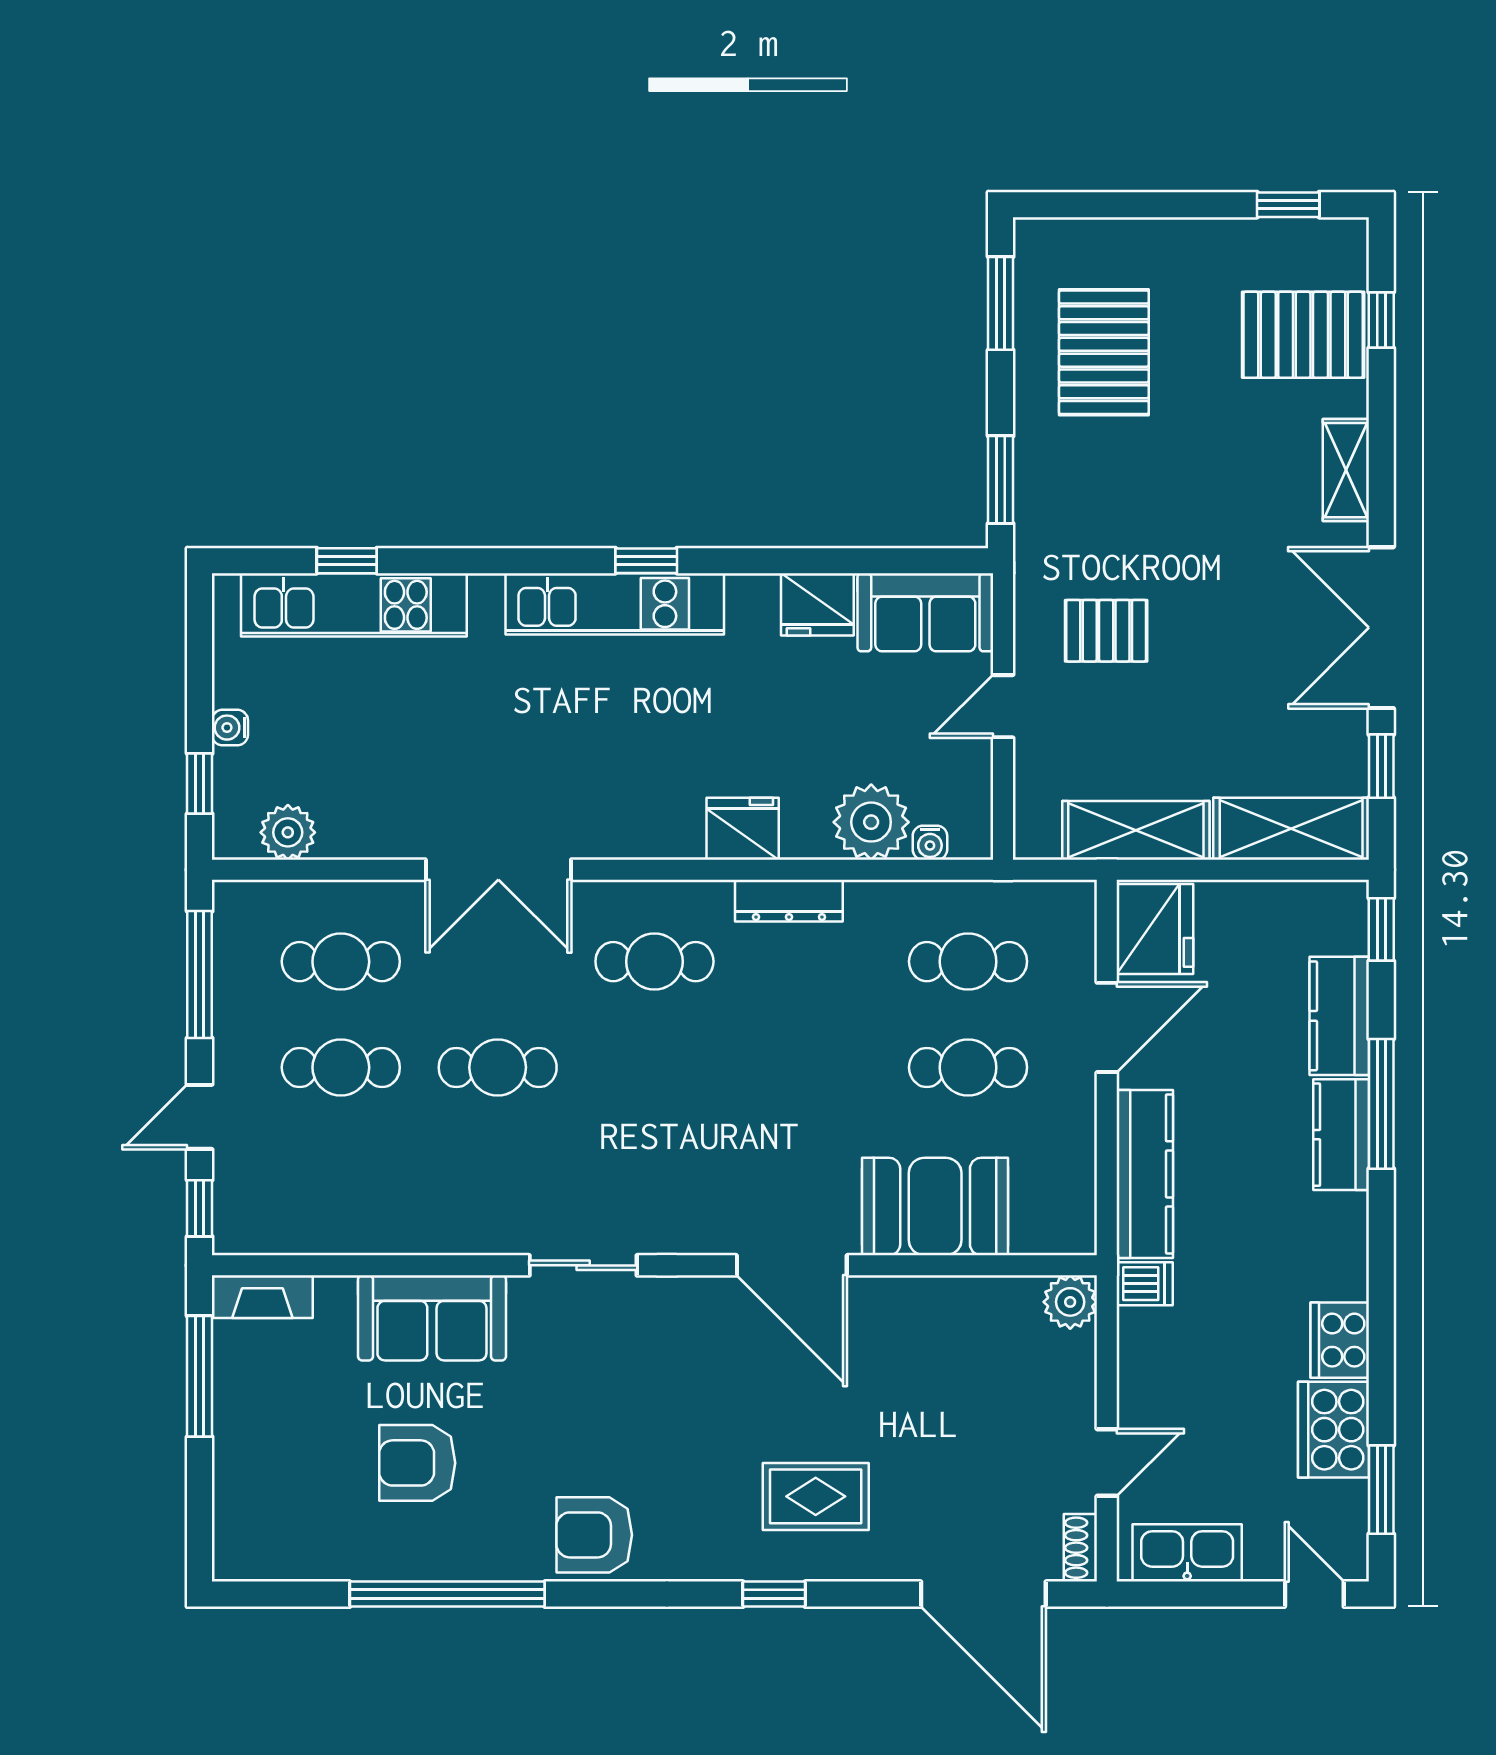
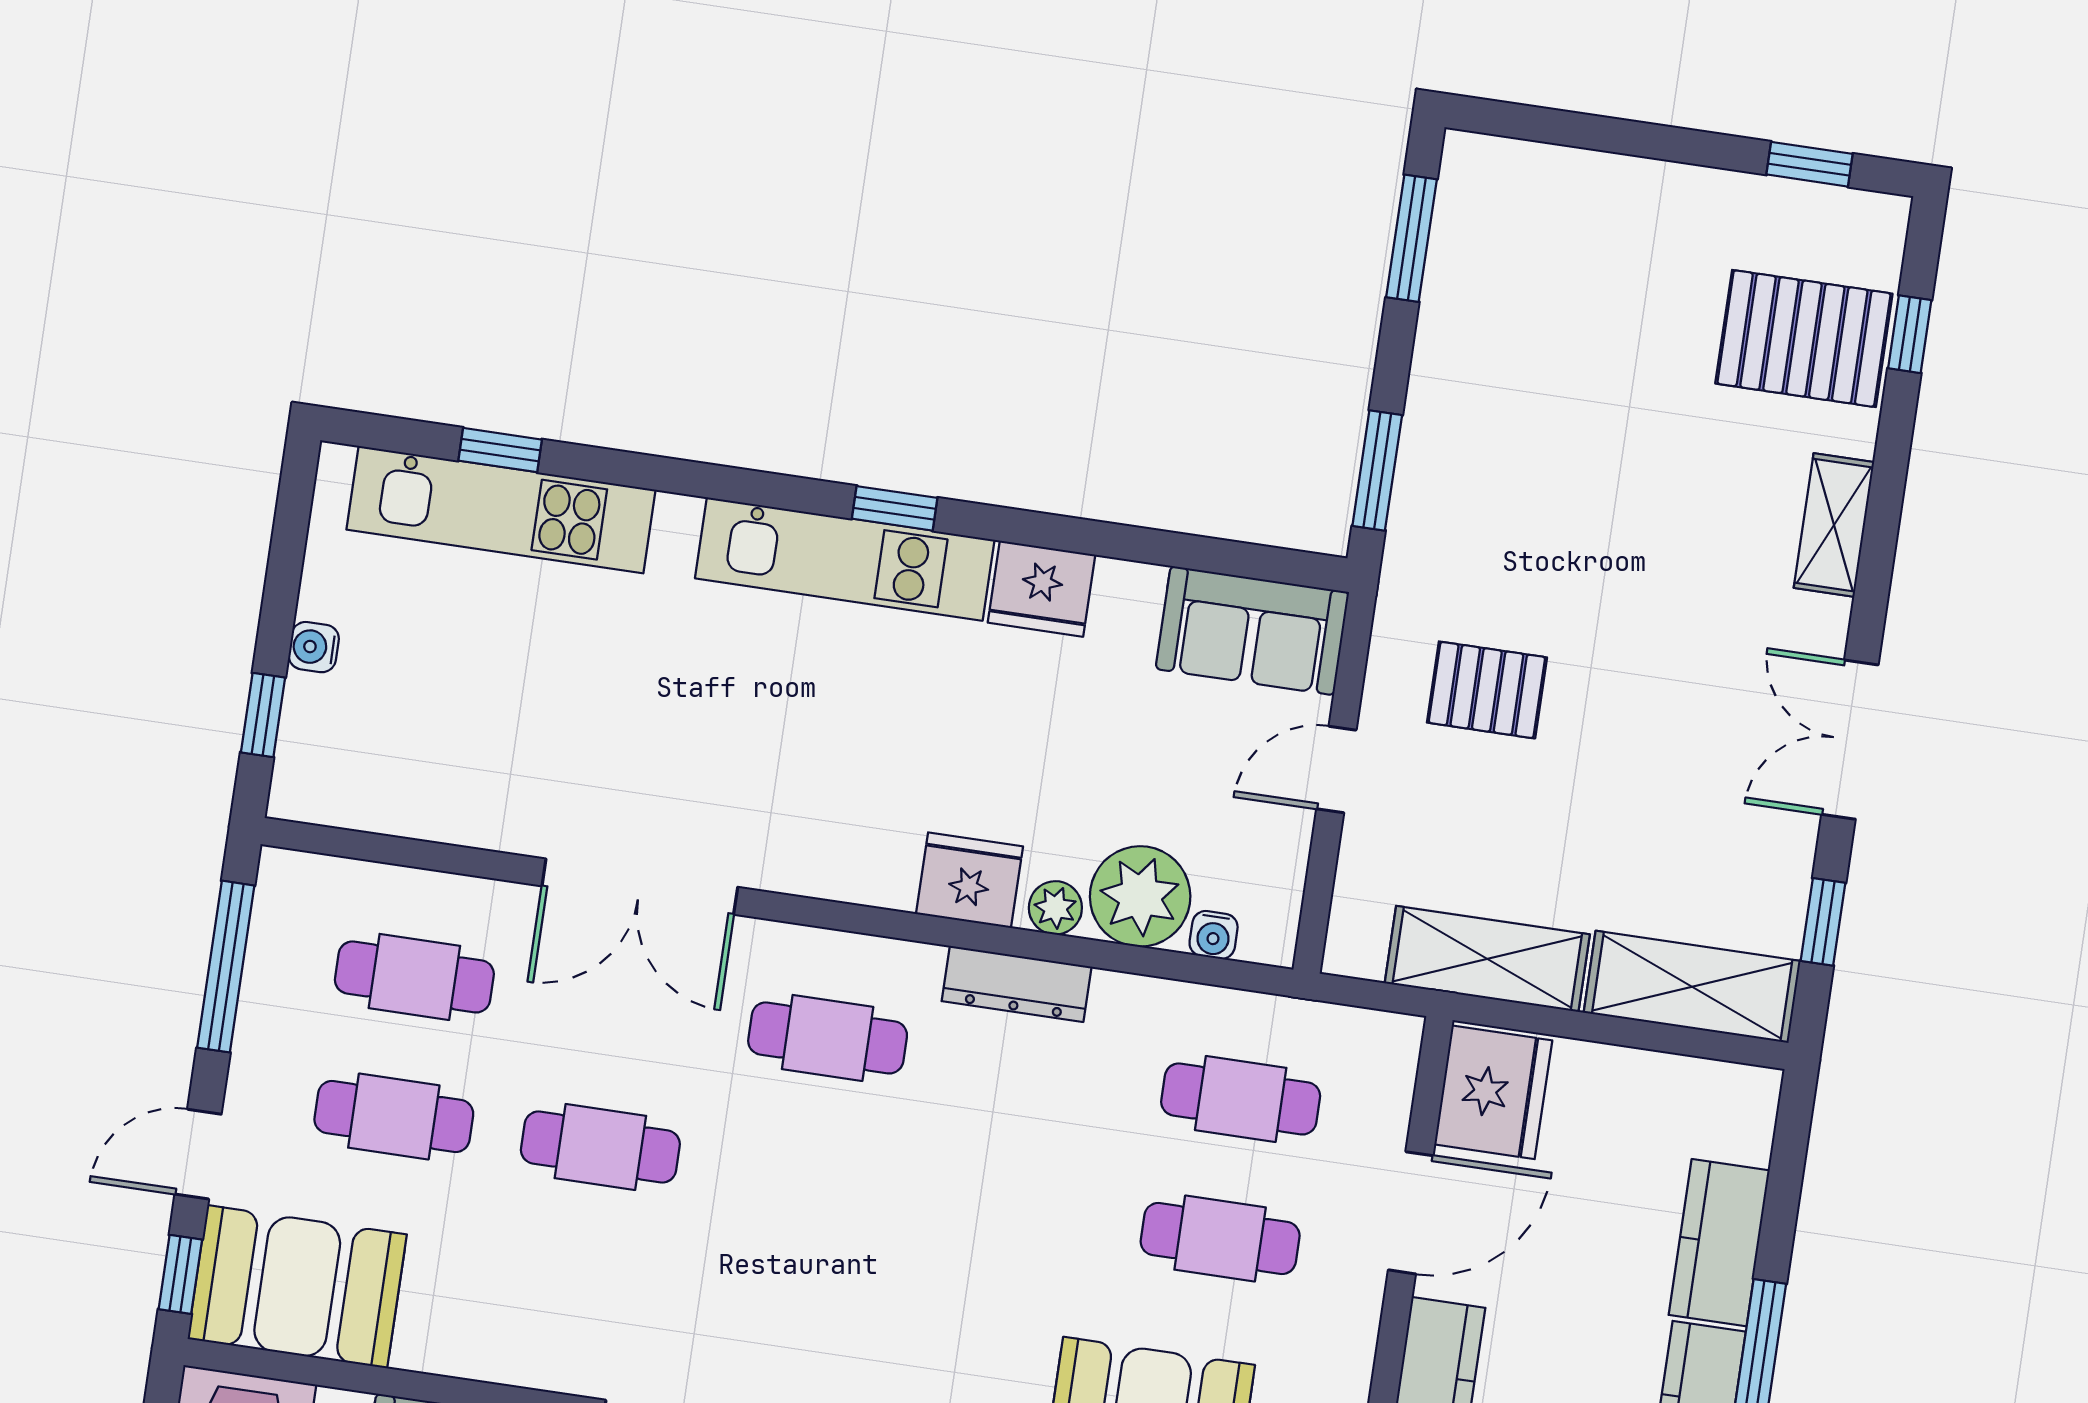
pallet: (1104, 352) -> (1538, 323), removed
fridge: (817, 604) -> (1041, 589), moved
double door: (1381, 628) -> (1850, 740), width x0.73
plant: (288, 832) -> (1055, 908), moved, width x0.73, depth x0.73
window: (1381, 929) -> (1791, 1137), removed
booth: (288, 1205) -> (297, 1287), added

